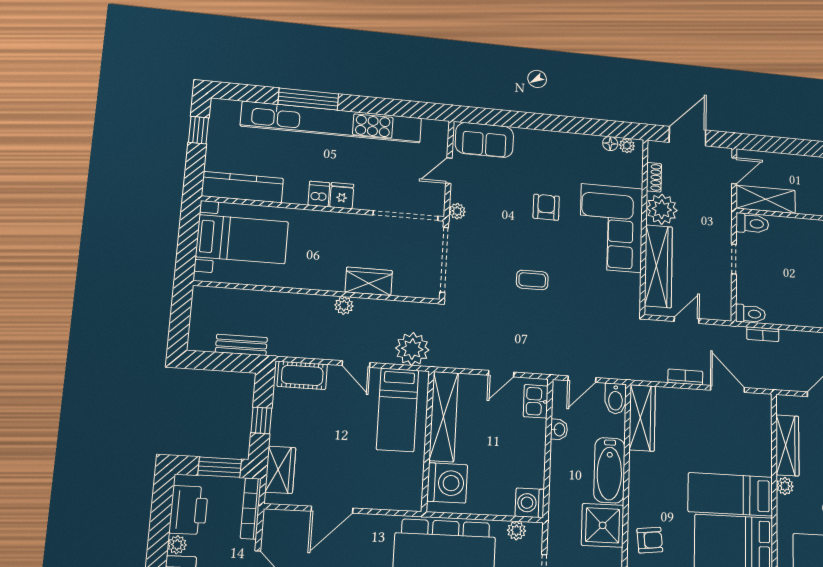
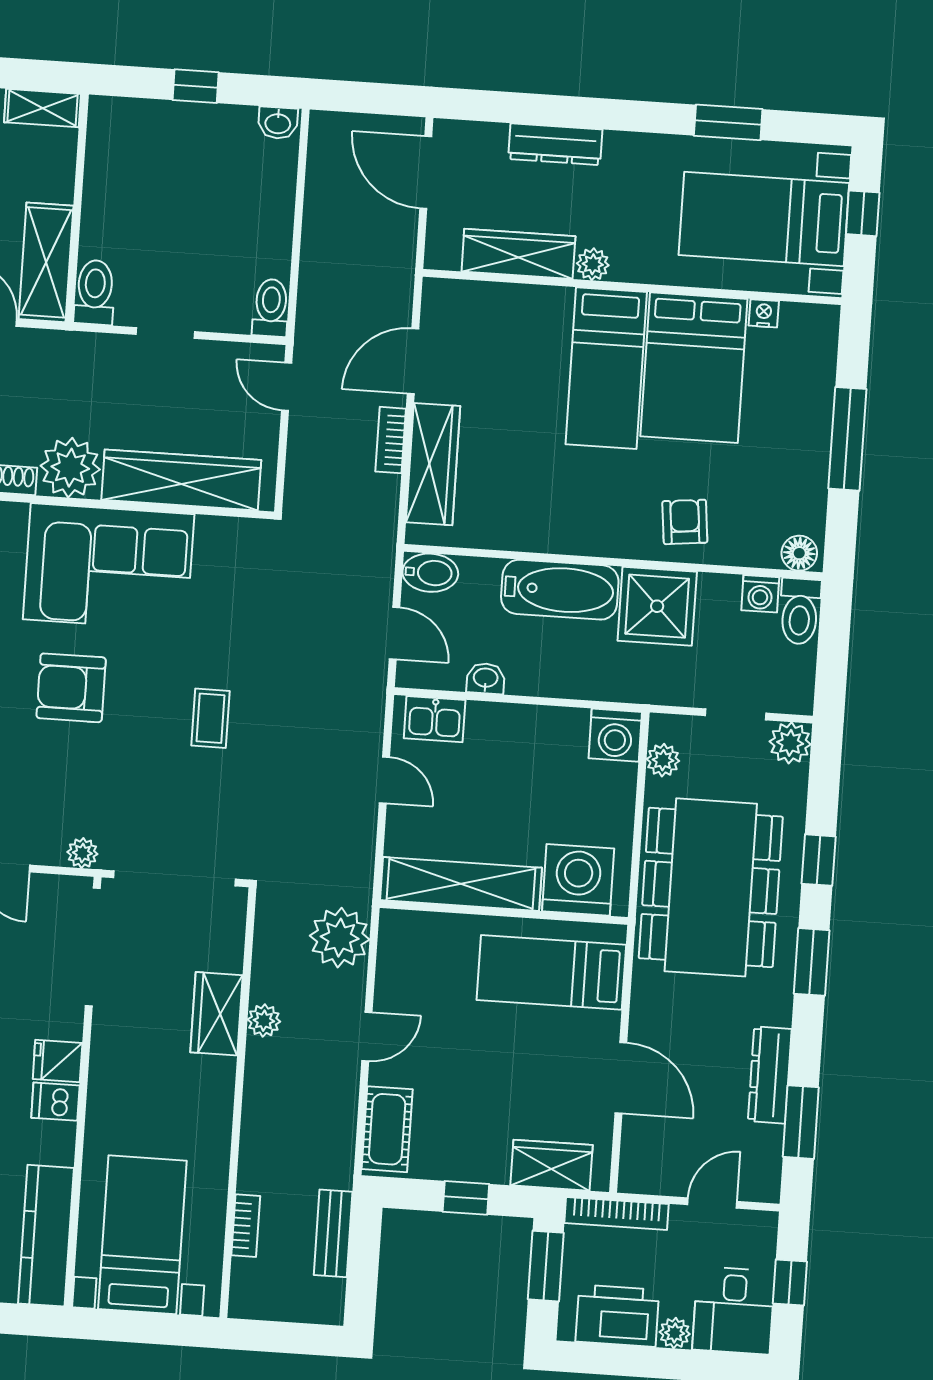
armchair: (546, 207) -> (71, 688), width x1.38, depth x1.38
plant: (344, 306) -> (264, 1021), moved
door: (687, 320) -> (287, 387), moved
bookcase: (763, 334) -> (246, 1226), moved
bed: (398, 410) -> (551, 972), moved, turned 180
wardrobe: (642, 418) -> (433, 464), moved, turned 90

